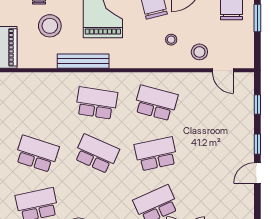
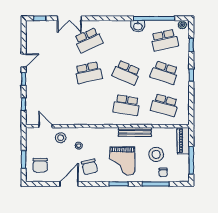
school desk: (156, 103) -> (164, 105), moved

